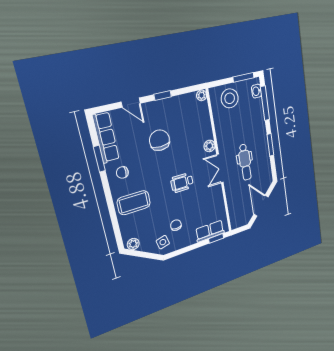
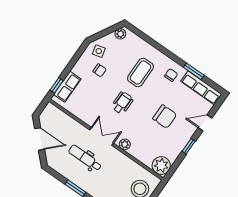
plant: (202, 95) -> (161, 166), width x1.87, depth x1.87
coffee table: (134, 203) -> (140, 72), moved

